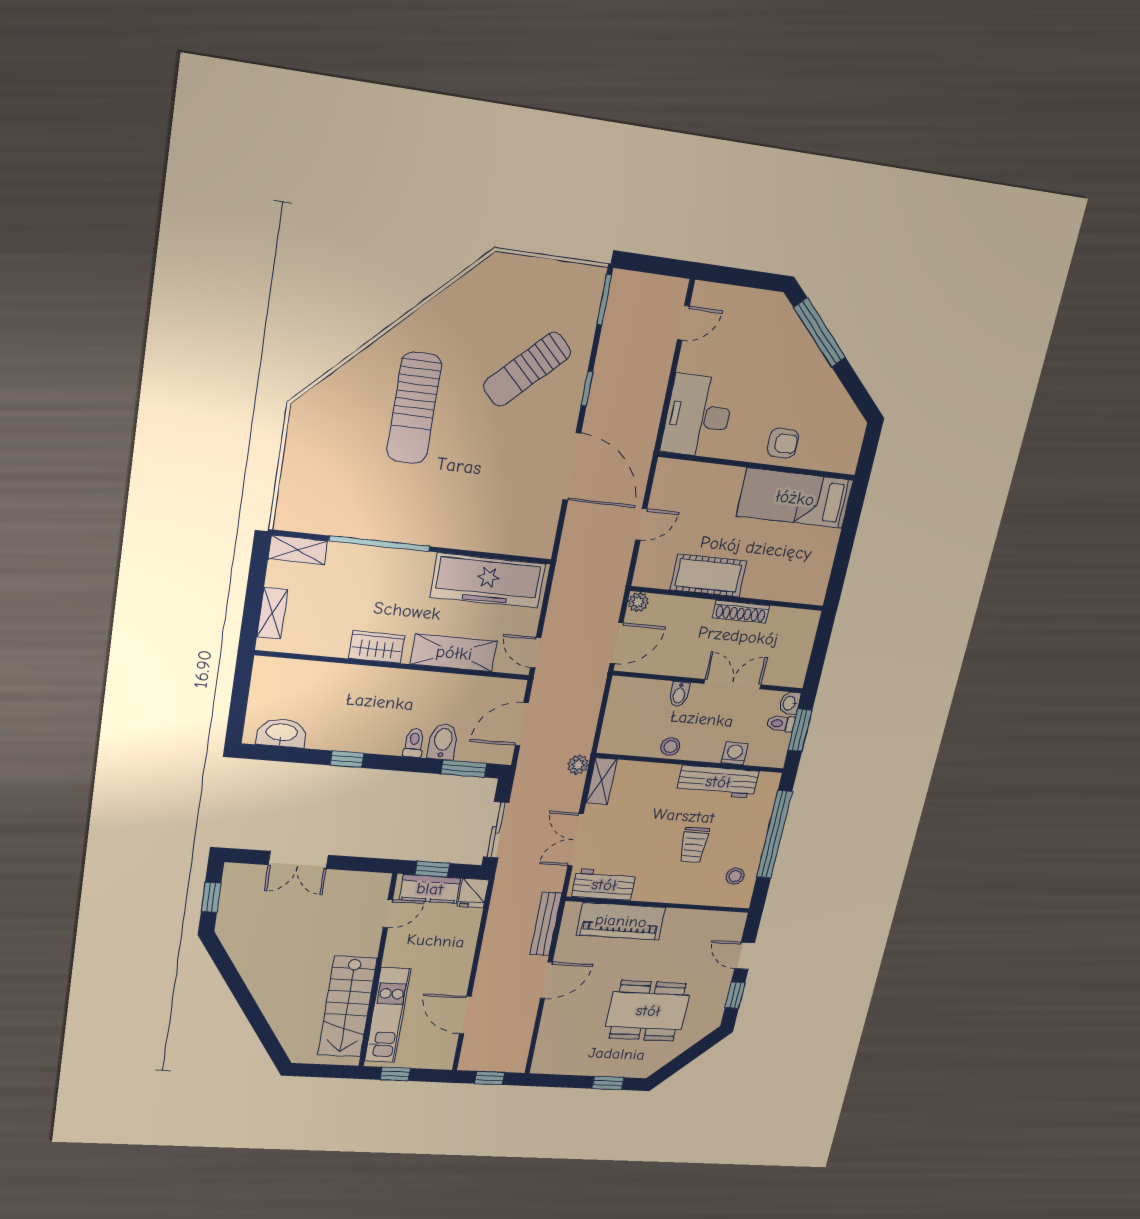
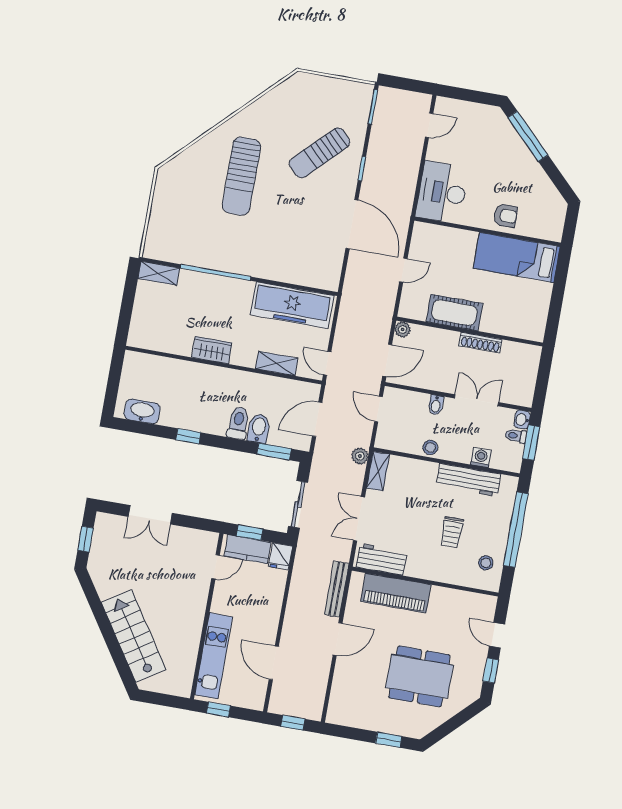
shelving: (272, 613) -> (139, 319), removed
shelving: (454, 653) -> (277, 363), width x0.67, depth x0.75
door: (604, 705) -> (379, 409), added
toilet: (414, 743) -> (238, 423), width x1.37, depth x1.39
stairs: (347, 1007) -> (134, 636), moved, turned 147

